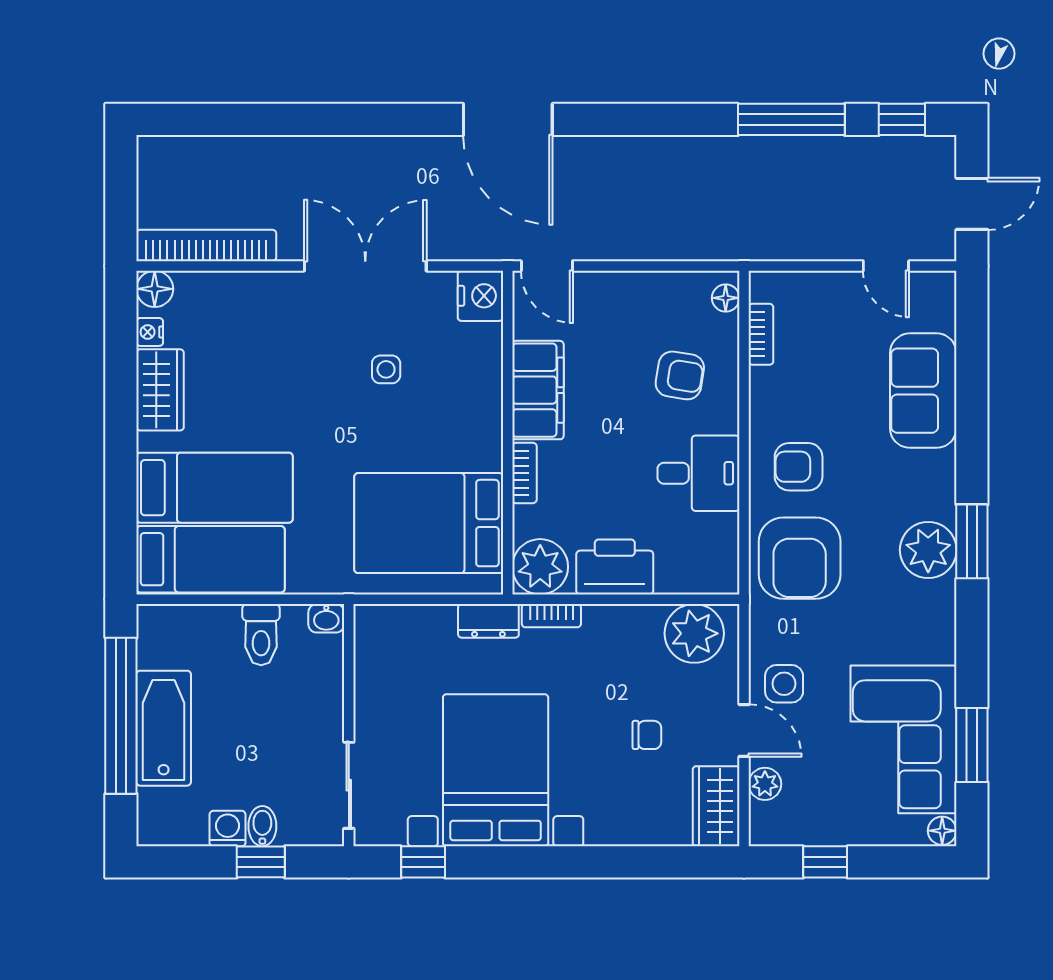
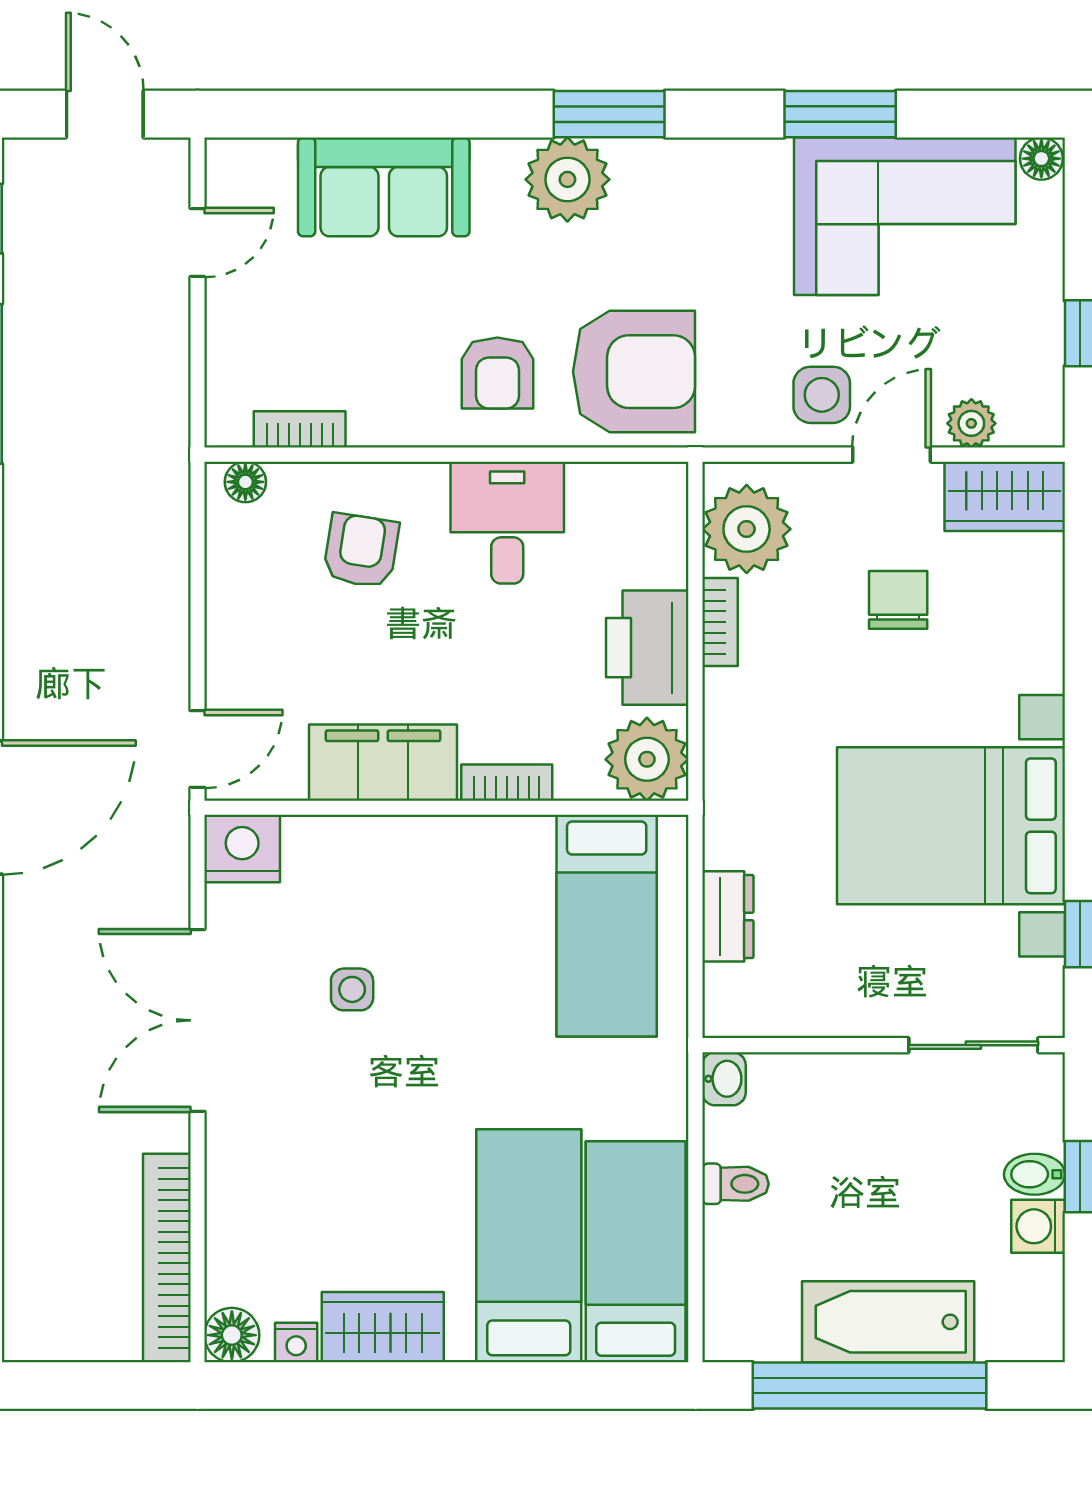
bed: (429, 523) -> (607, 926), width x0.67
plant: (928, 550) -> (567, 179), moved
bookcase: (551, 616) -> (720, 622), moved
dresser: (488, 621) -> (728, 916), moved
toilet: (261, 635) -> (735, 1184), width x0.73, depth x0.72
chair: (647, 735) -> (898, 600), width x1.37, depth x1.37
window: (972, 745) -> (840, 114), moved

